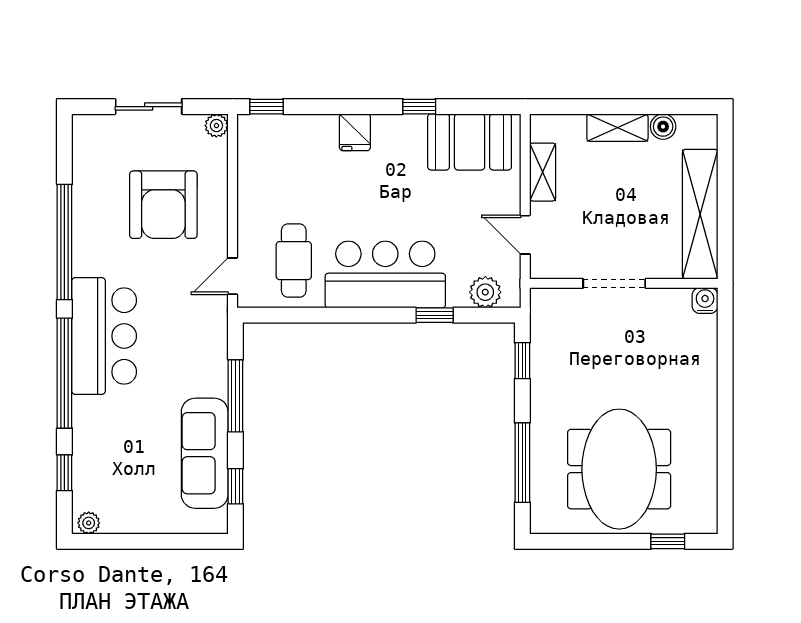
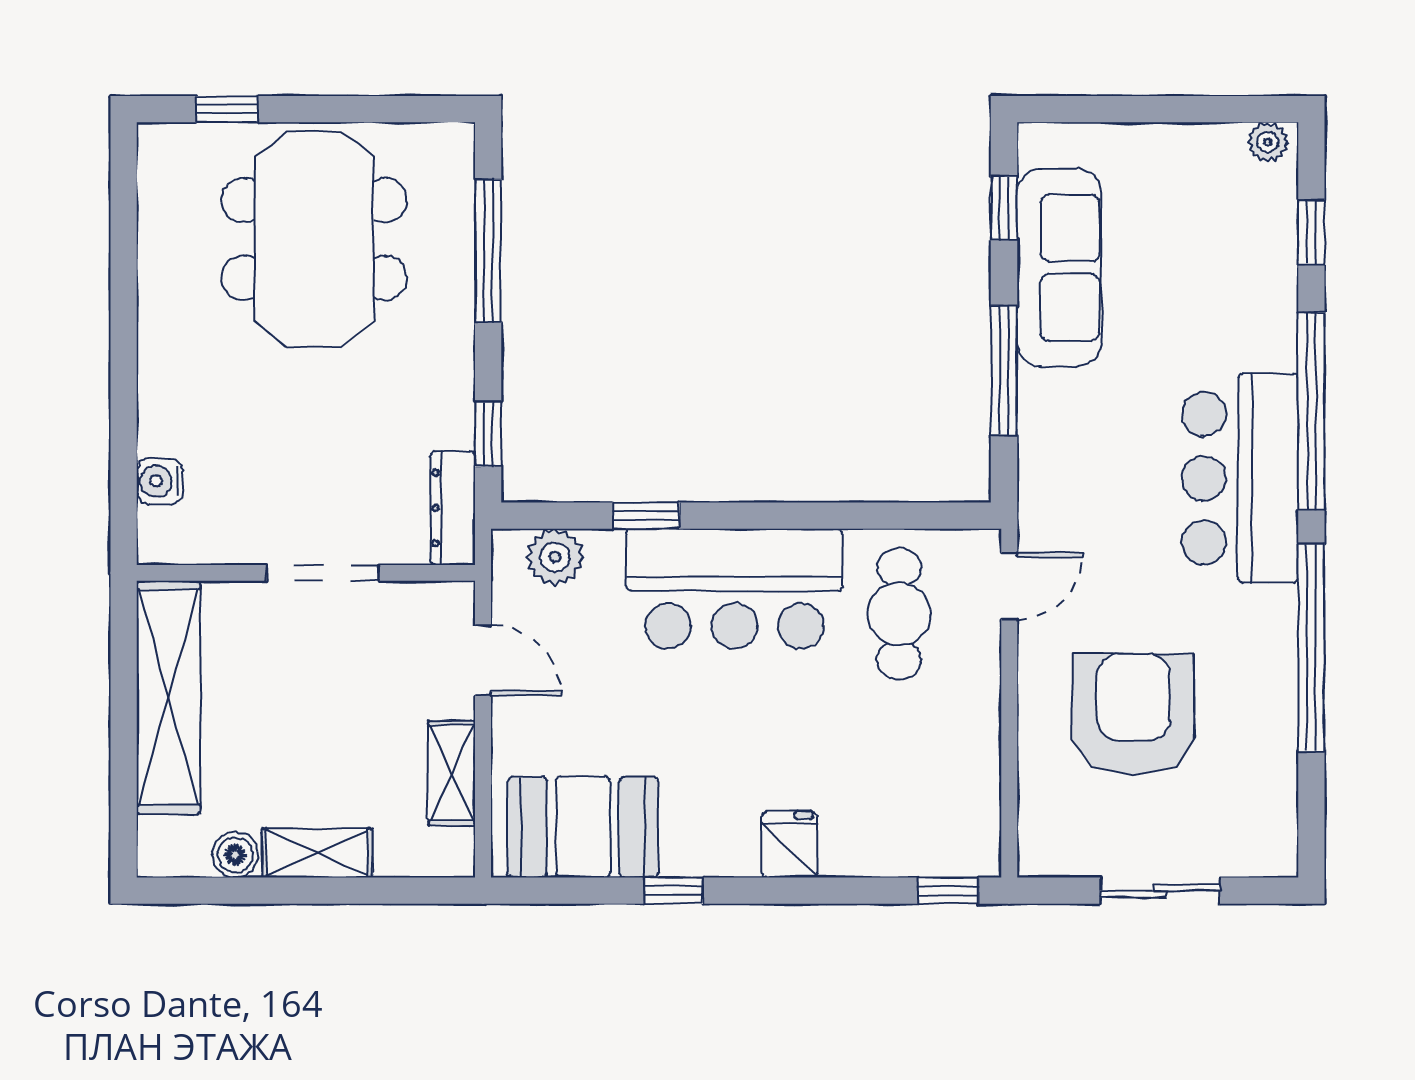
plant: (216, 126) -> (1038, 857), removed
water cooler: (705, 301) -> (160, 481), moved, turned 90
dresser: (542, 320) -> (453, 508), added

